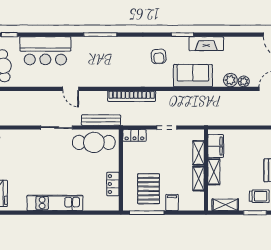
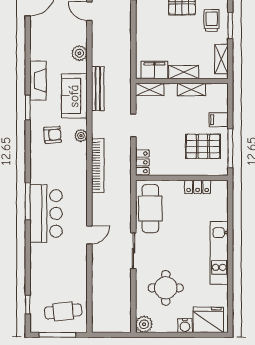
bar counter: (45, 51) -> (46, 213), moved
plant: (244, 81) -> (81, 136), moved
bench: (101, 120) -> (98, 89), moved
shelving: (198, 153) -> (150, 90), moved
round table: (24, 156) -> (166, 288), added

